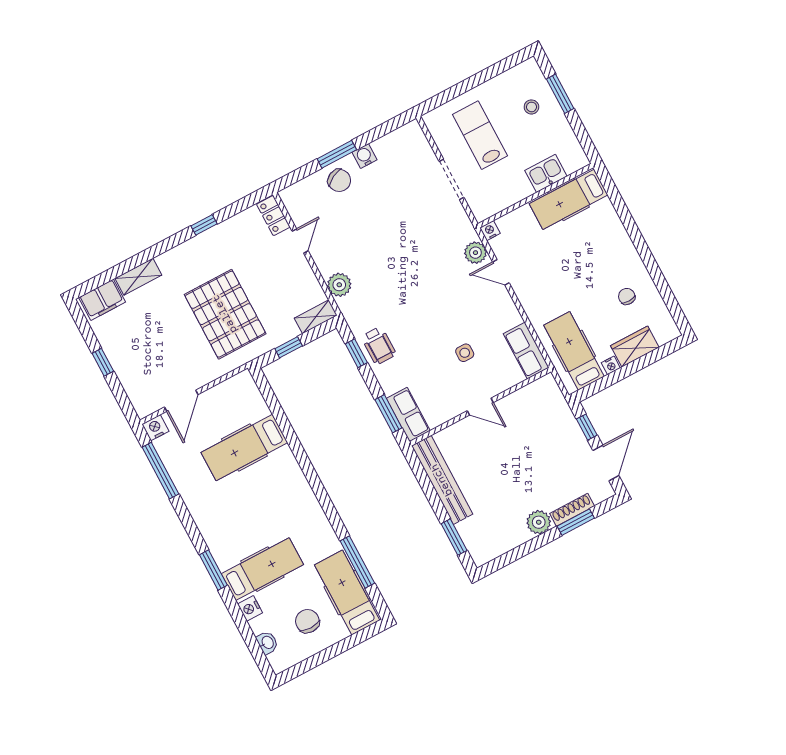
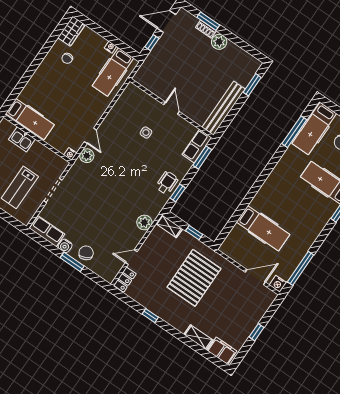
wardrobe: (635, 347) -> (71, 31), moved, turned -90
row of seats: (526, 351) -> (47, 231), moved, turned -90
shoe rack: (572, 510) -> (206, 29), width x0.70

